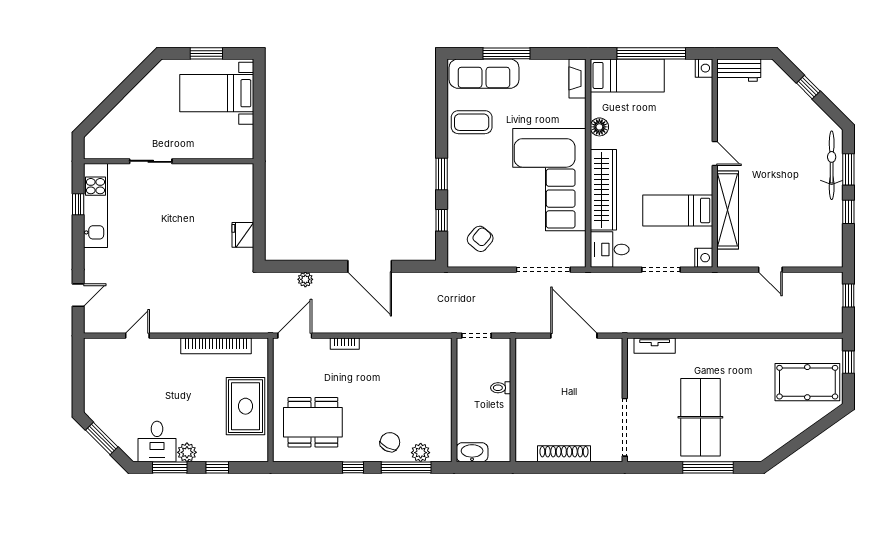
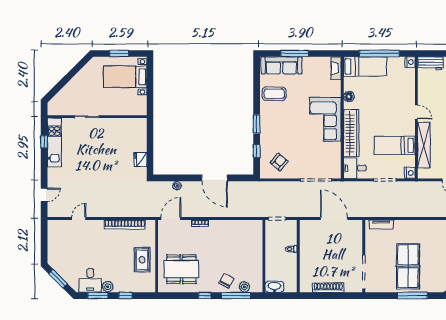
corner sofa: (549, 180) -> (325, 119), width x0.73, depth x0.74
rug: (245, 406) -> (142, 260), width x0.73, depth x0.70

